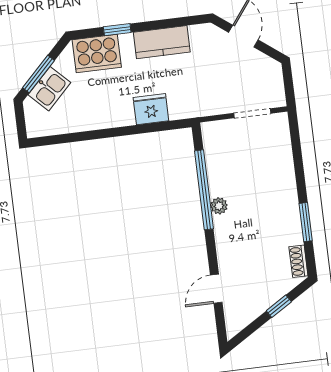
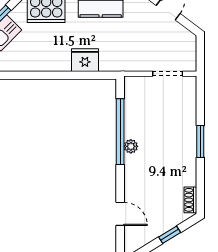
window: (306, 222) -> (200, 142), moved
door: (216, 289) -> (120, 214), swing flipped

